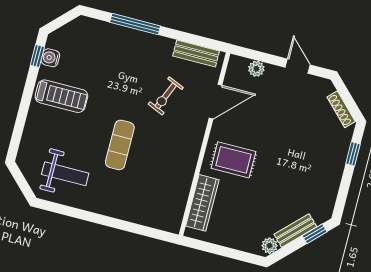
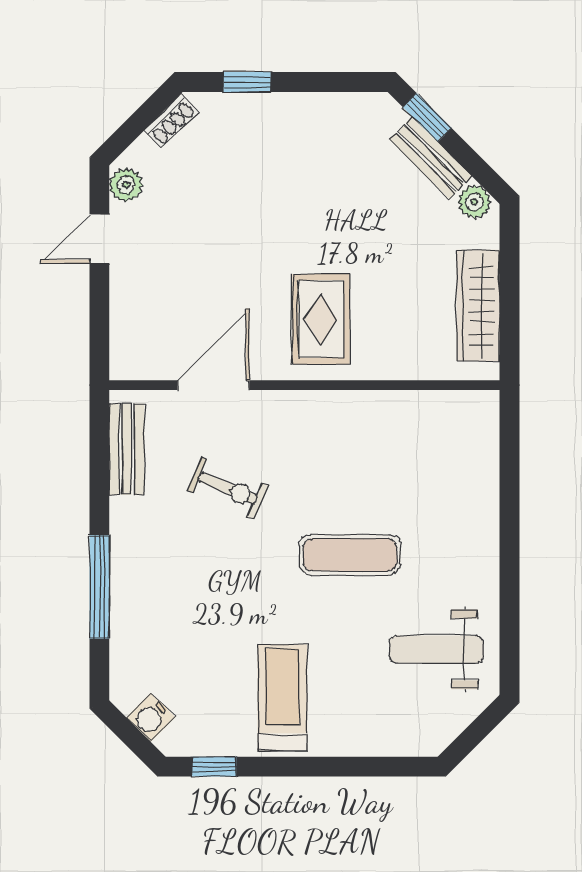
water cooler: (50, 58) -> (151, 717), moved, turned 45
plant: (256, 69) -> (126, 185), moved
door: (216, 102) -> (213, 385), hinge flipped
shoe rack: (341, 109) -> (171, 121), width x0.70
weight bench: (65, 174) -> (436, 649), turned -90
wardrobe: (202, 203) -> (478, 305), moved, turned -90

